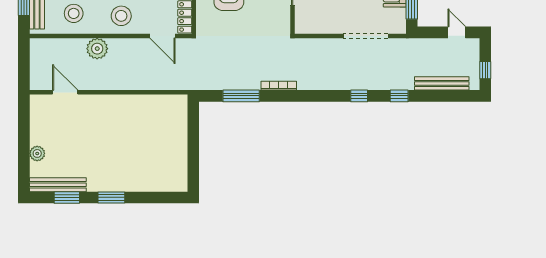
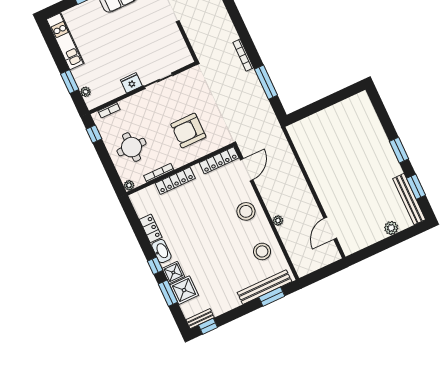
plant: (97, 49) -> (278, 221), width x0.53, depth x0.53

